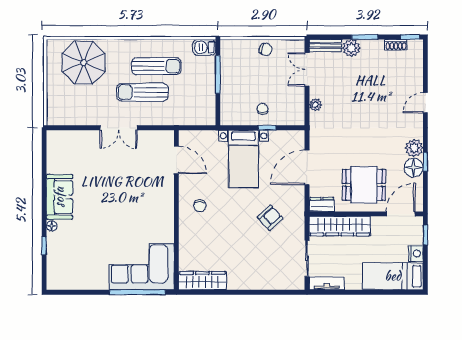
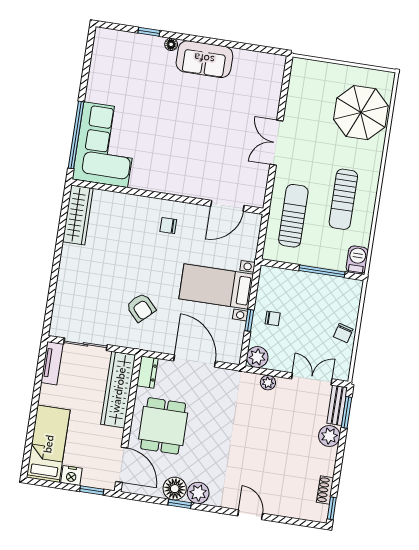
window: (365, 37) -> (346, 412), moved
sun lounger: (142, 92) -> (293, 216), moved
plant: (296, 117) -> (257, 357), added

